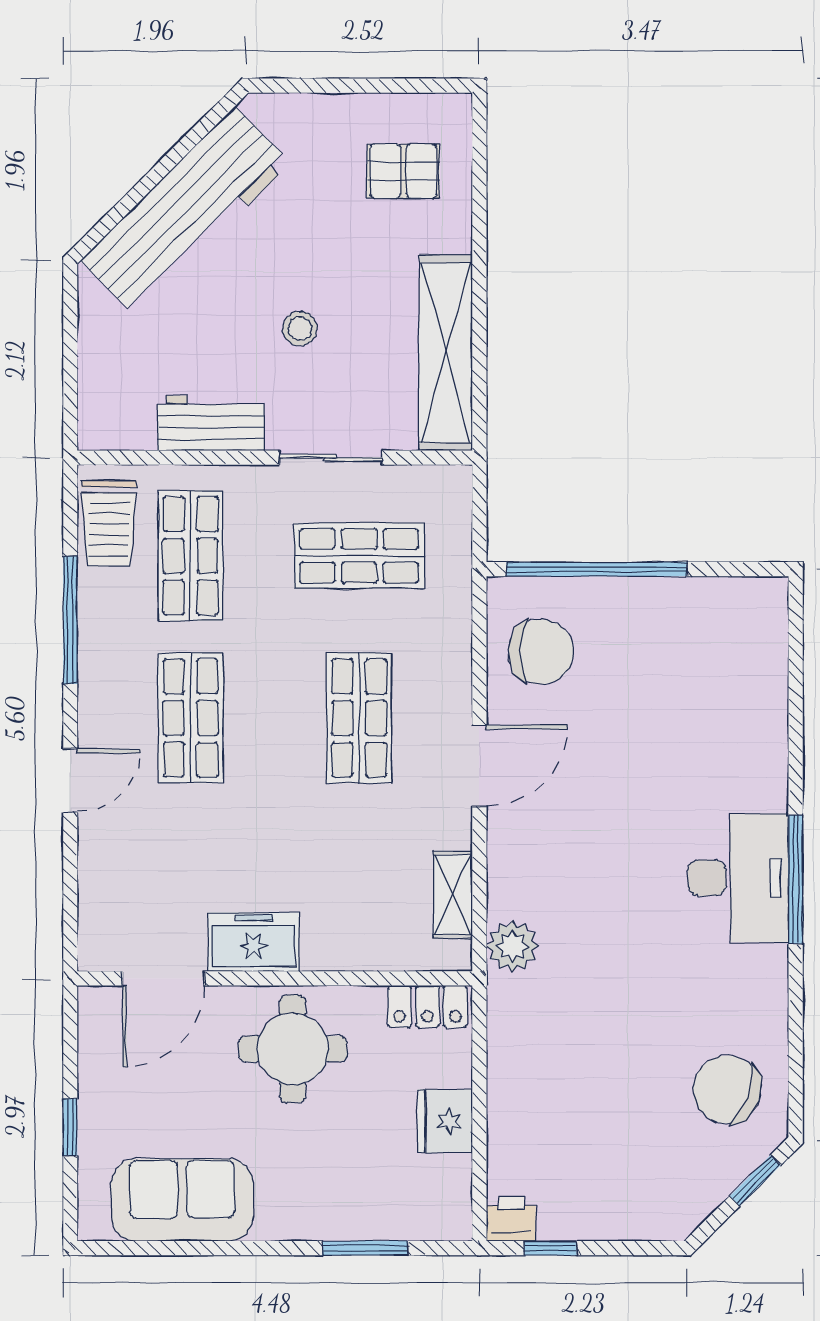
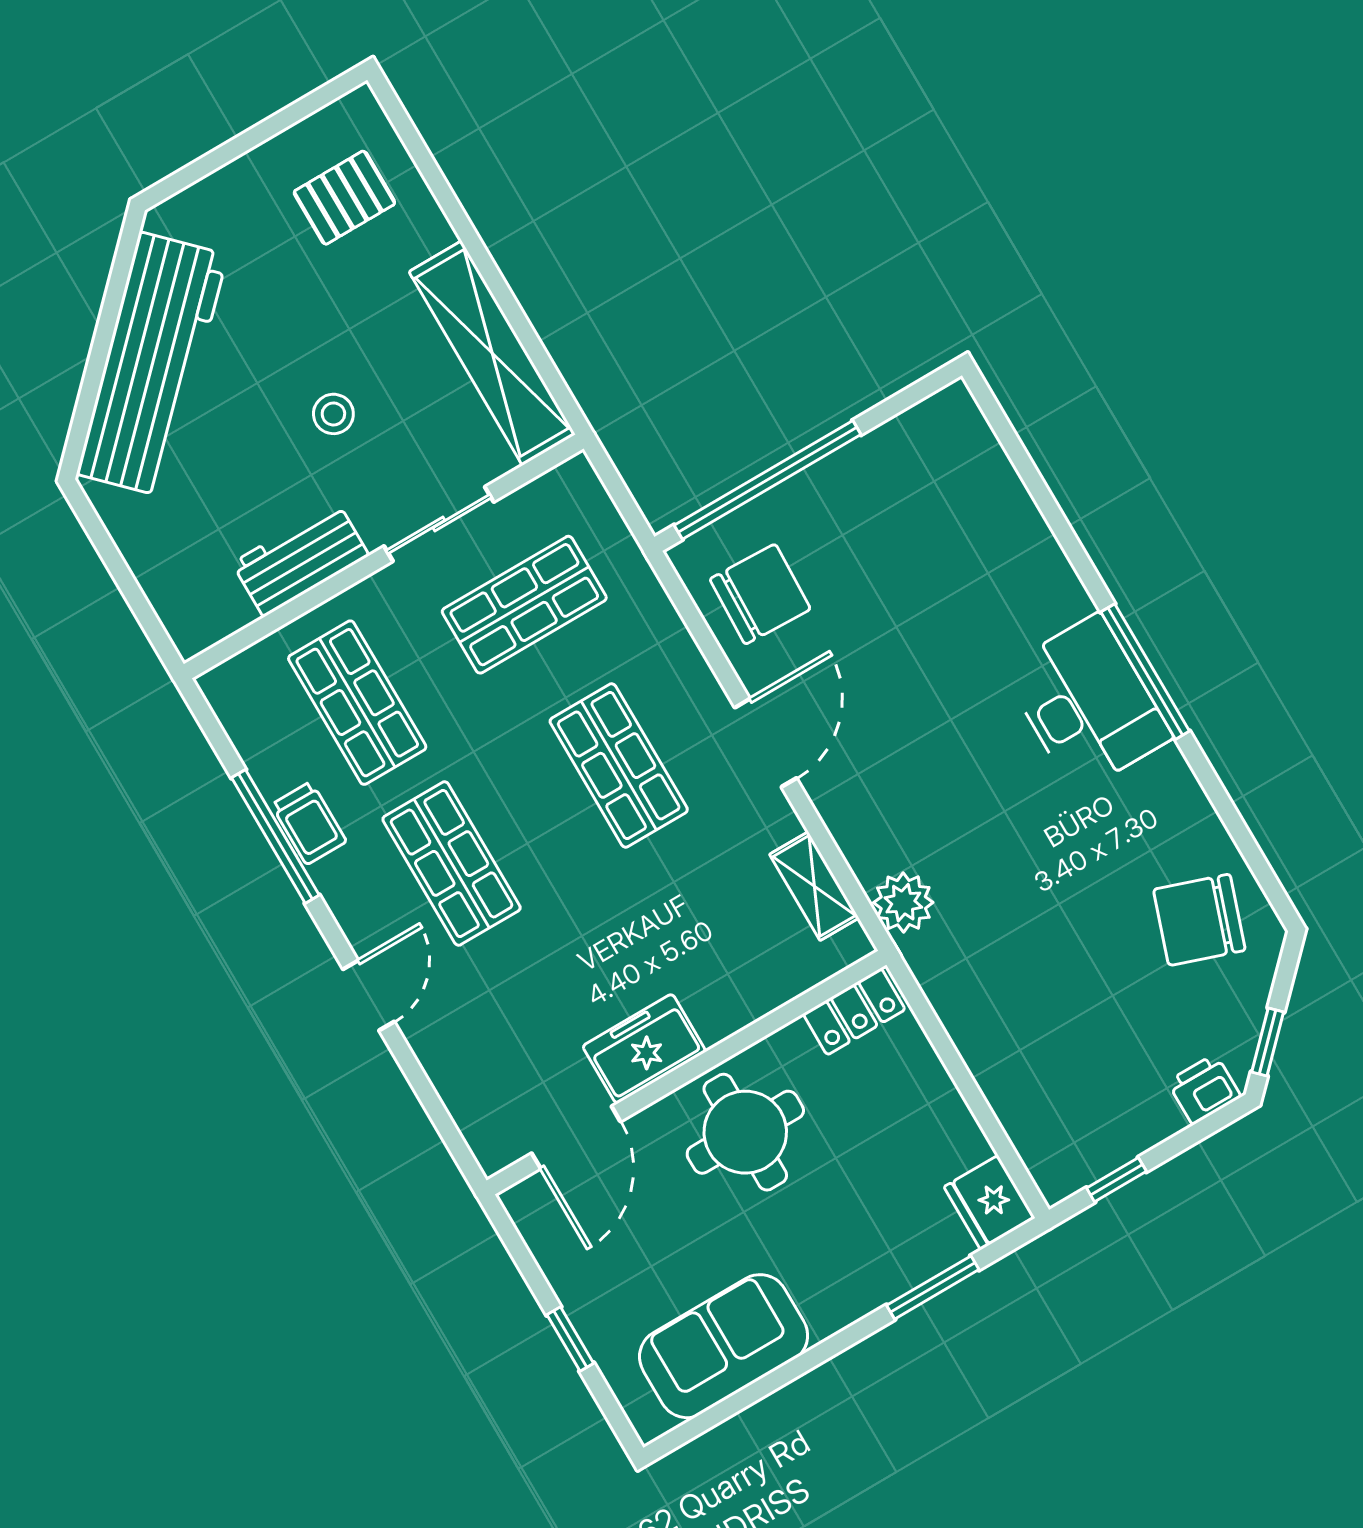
trolley: (109, 523) -> (309, 823), moved, width x0.73, depth x0.72
fridge: (445, 1121) -> (989, 1202), moved
window: (755, 1181) -> (1268, 1042), moved
printer: (511, 1219) -> (1204, 1089), moved

